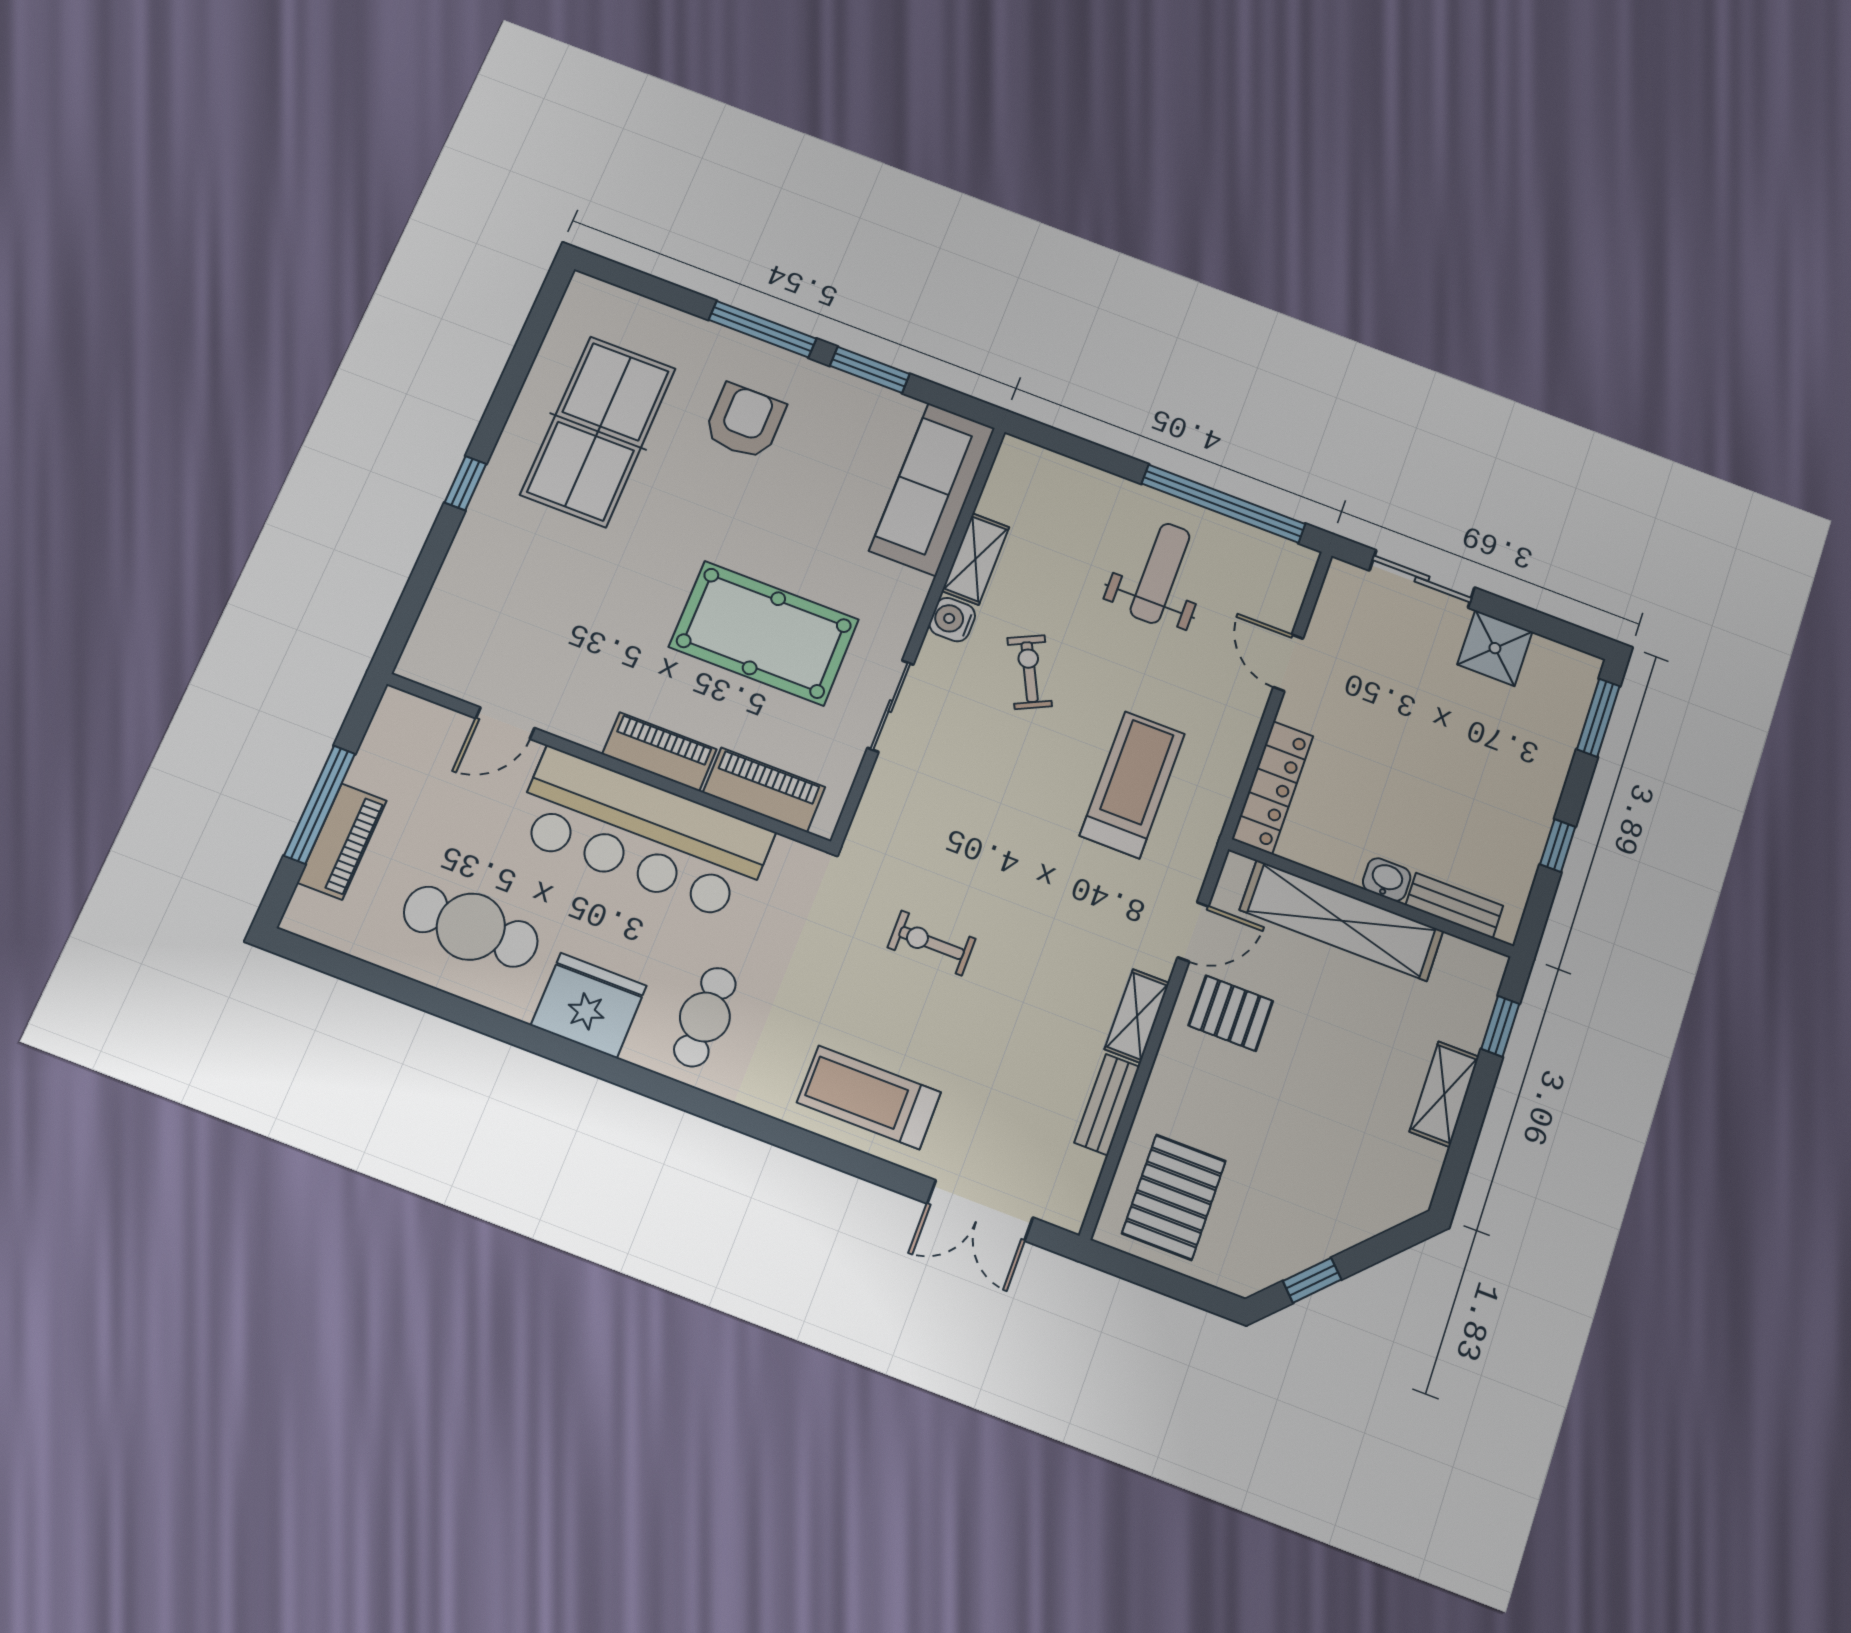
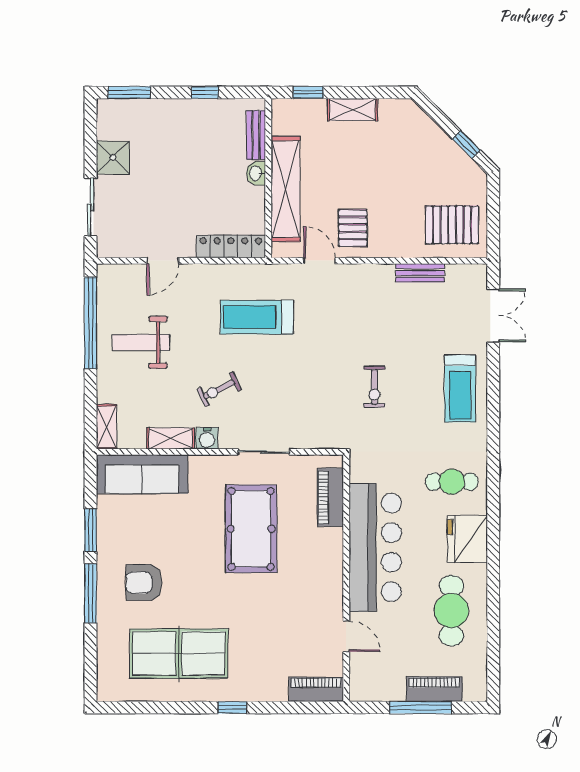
piano: (659, 752) -> (316, 689), moved, turned 90
shelving: (1137, 1016) -> (107, 427), moved, turned 90

